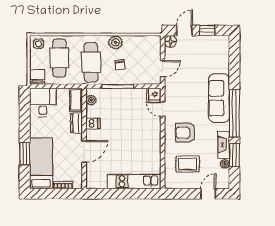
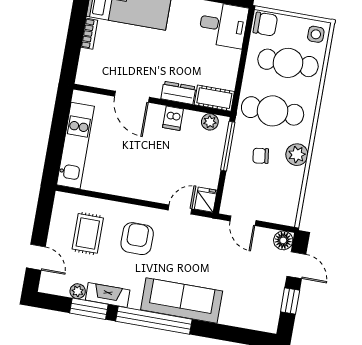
cot: (76, 100) -> (214, 98), moved
plant: (91, 100) -> (210, 122), moved
dresser: (77, 123) -> (178, 93), moved
dishwasher: (93, 123) -> (173, 118), moved
wall: (84, 138) -> (152, 100), moved
door: (84, 151) -> (132, 97), moved

